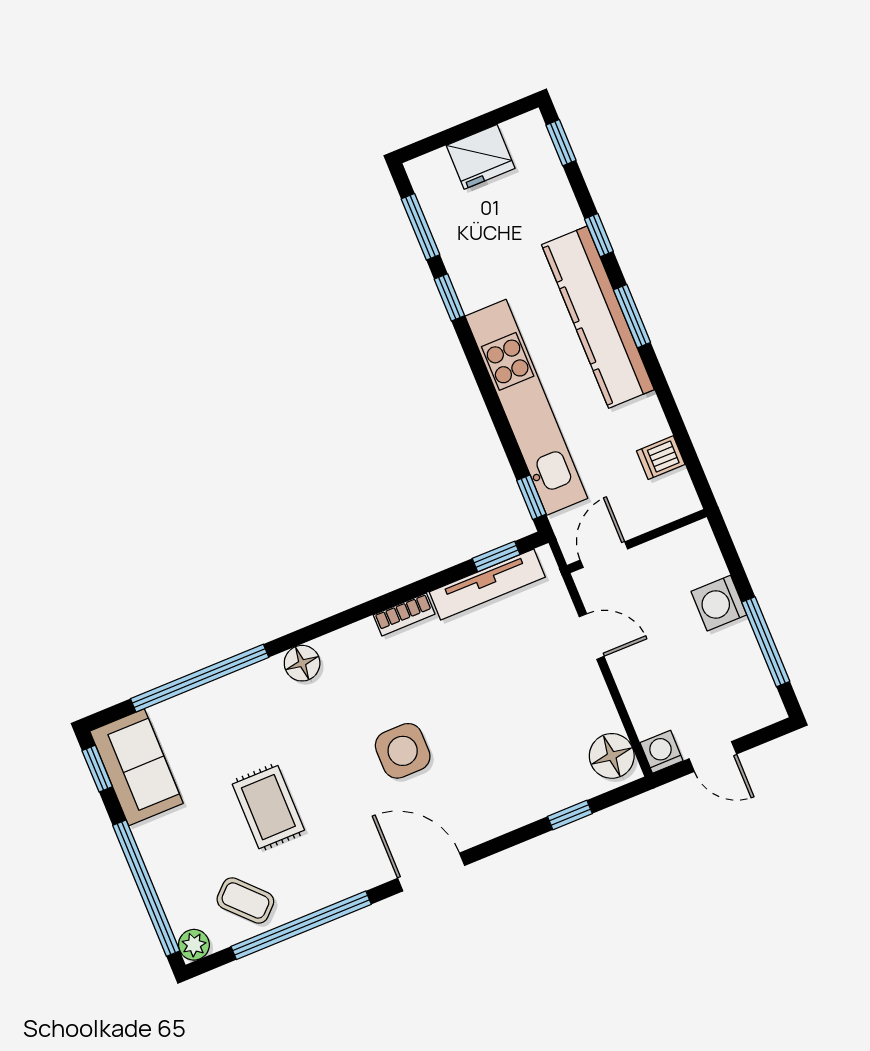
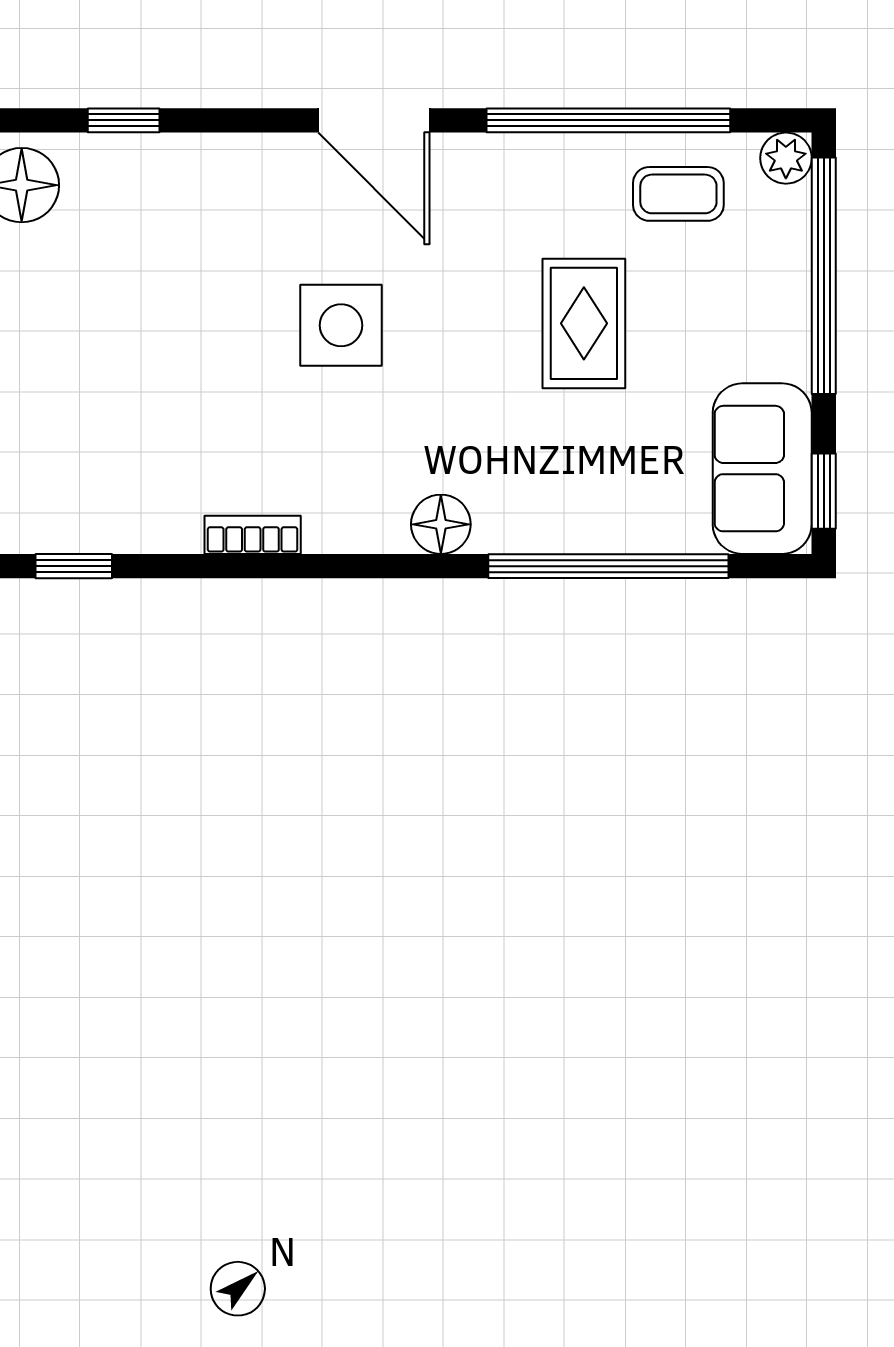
tv unit: (487, 585) -> (105, 528), removed
coffee table: (245, 900) -> (678, 194), turned -46

